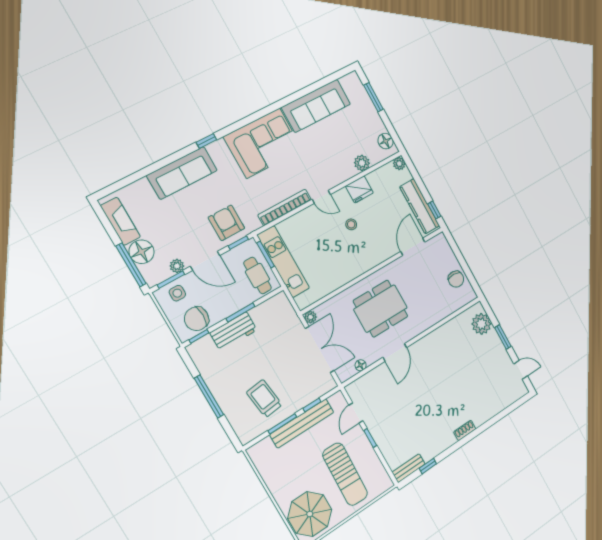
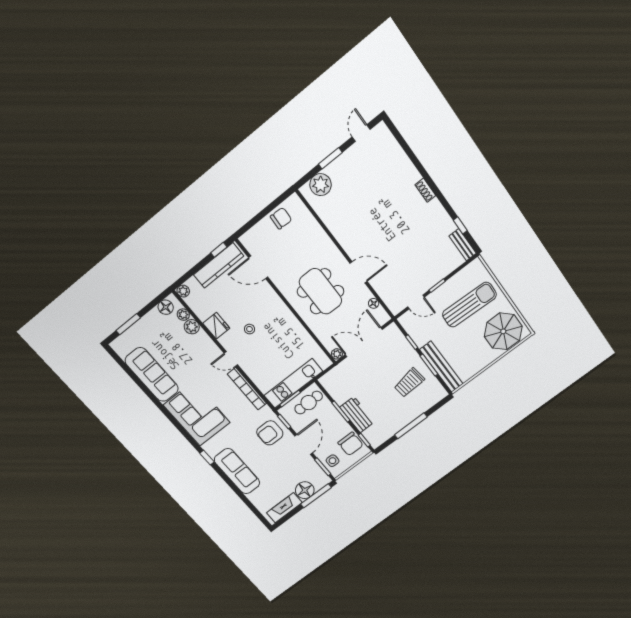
door: (321, 197) -> (231, 359), swing flipped
plant: (177, 266) -> (183, 315), moved
bench: (302, 423) -> (441, 367), moved

